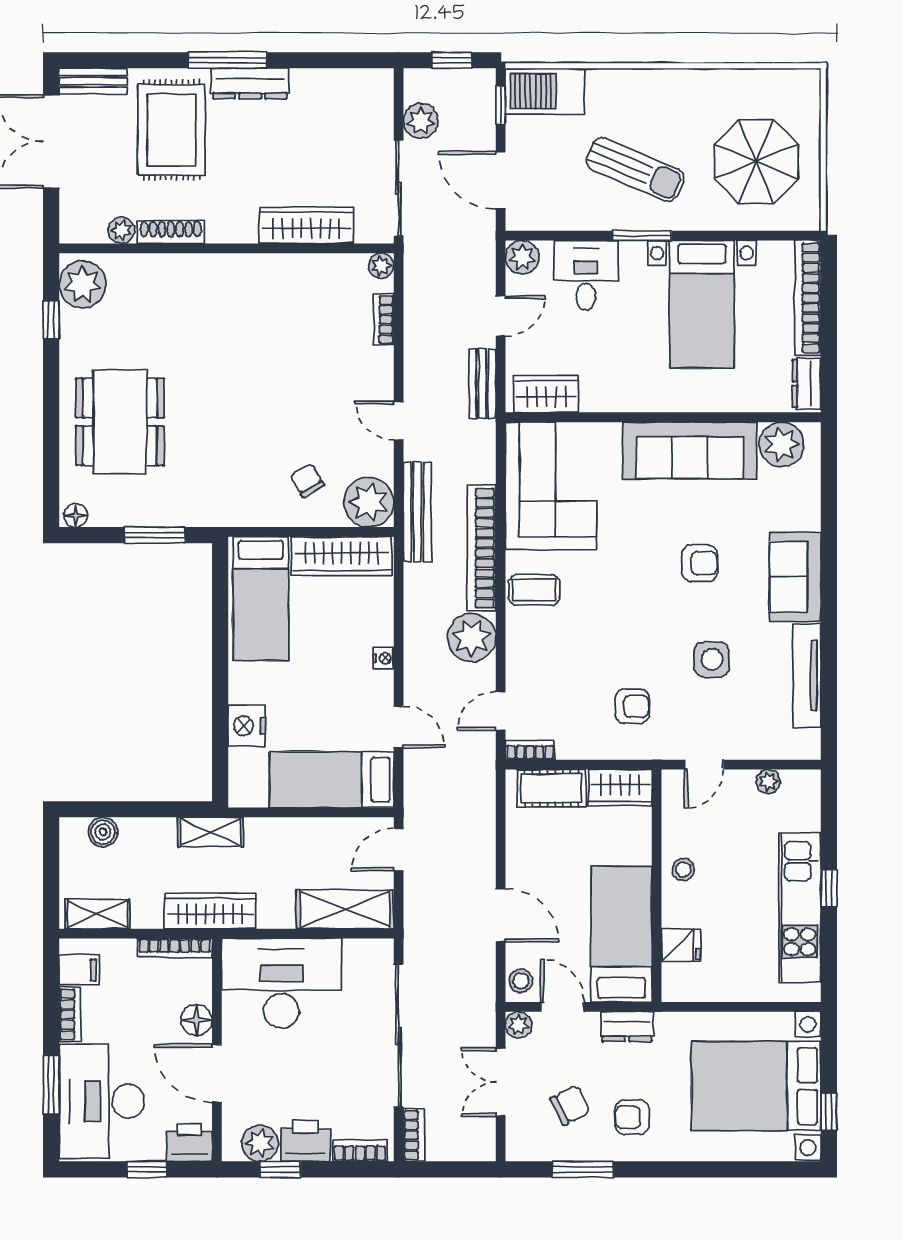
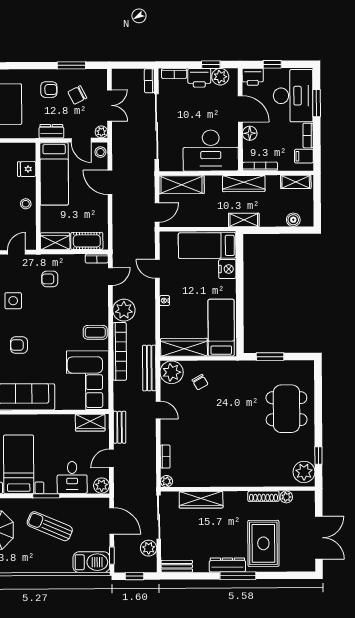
bench: (93, 81) -> (177, 566), moved
floor lamp: (76, 515) -> (307, 365), removed
bed: (332, 780) -> (207, 245), moved, turned 180

